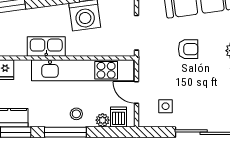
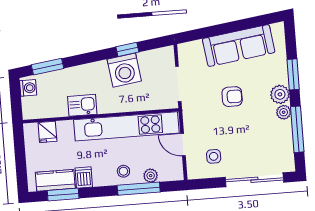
kitchen sink: (46, 46) -> (82, 105), width x0.73
dishwasher: (119, 117) -> (84, 177), moved
window: (65, 132) -> (139, 189), moved

